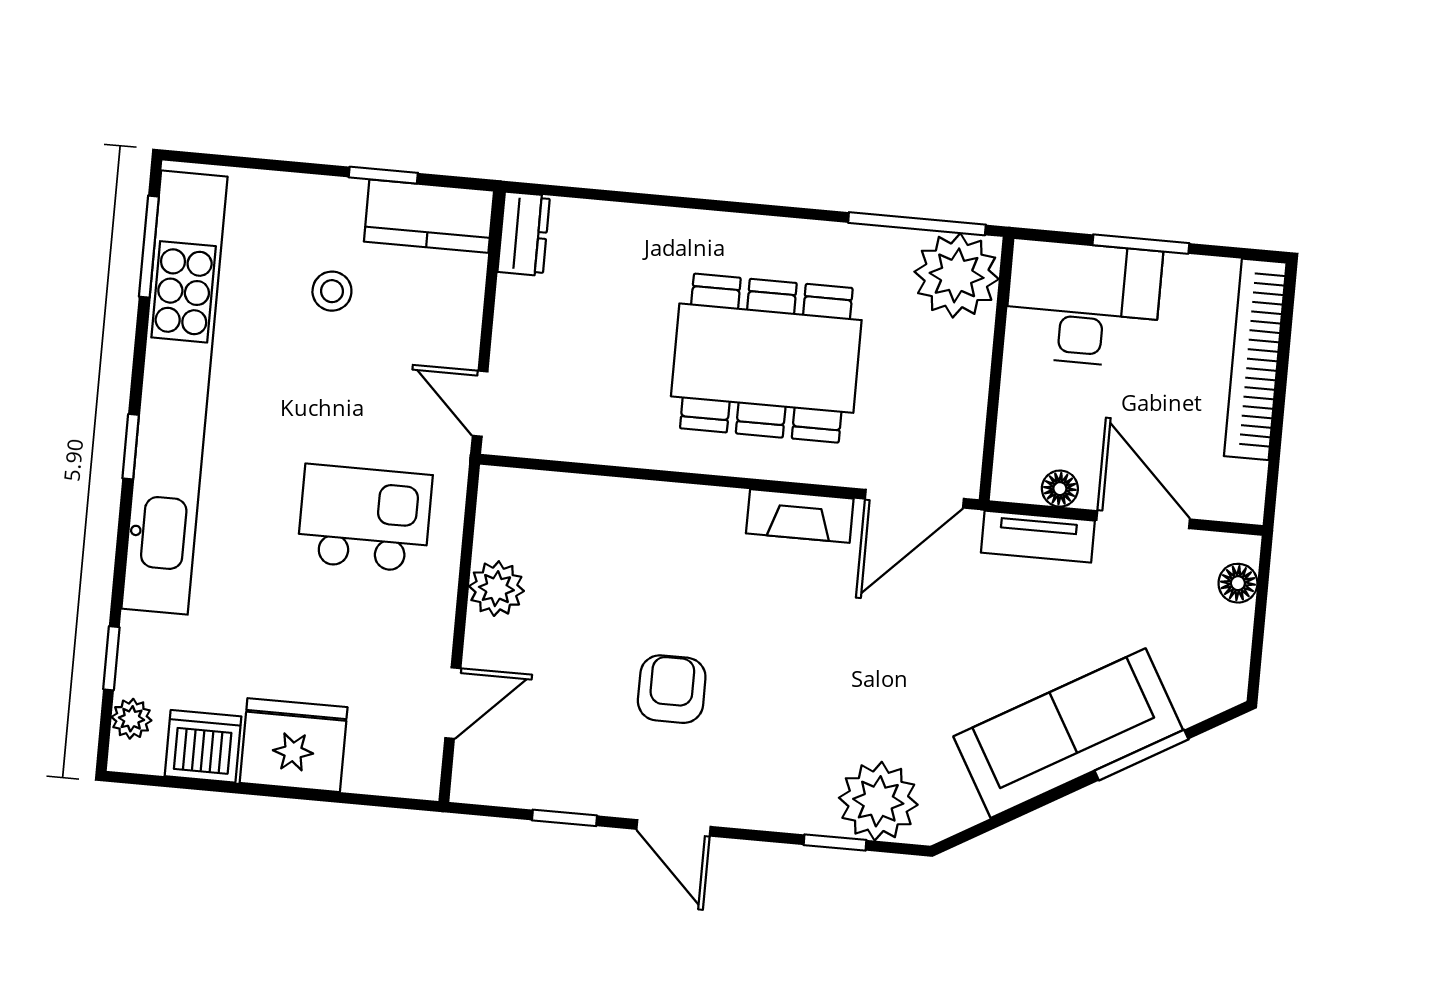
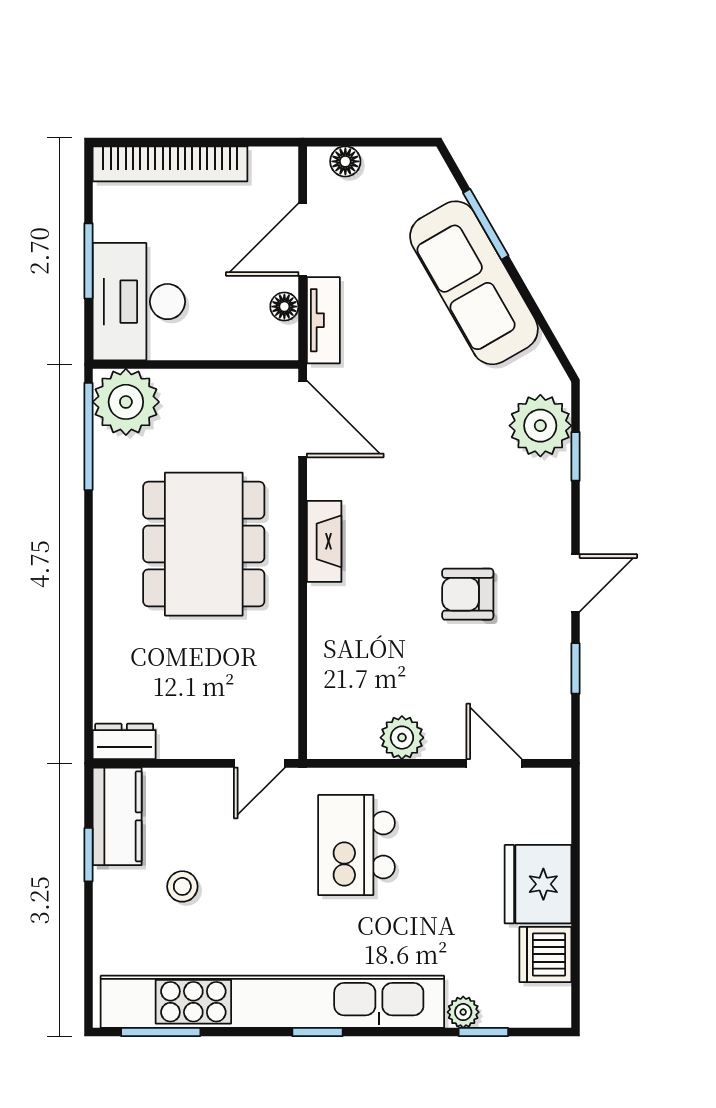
fireplace: (800, 516) -> (324, 541), moved
plant: (132, 719) -> (463, 1012), moved

